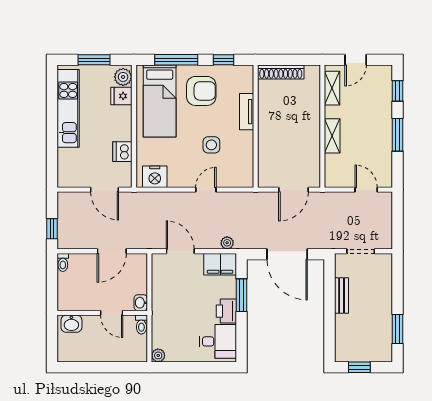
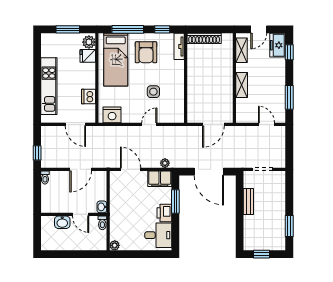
freezer: (382, 81) -> (278, 45), added
armchair: (201, 91) -> (146, 52), turned 90
kitchen unit: (68, 108) -> (49, 86), moved
tv unit: (247, 112) -> (179, 46), moved
window: (397, 135) -> (289, 97), moved
washbasin: (71, 324) -> (62, 222), moved

